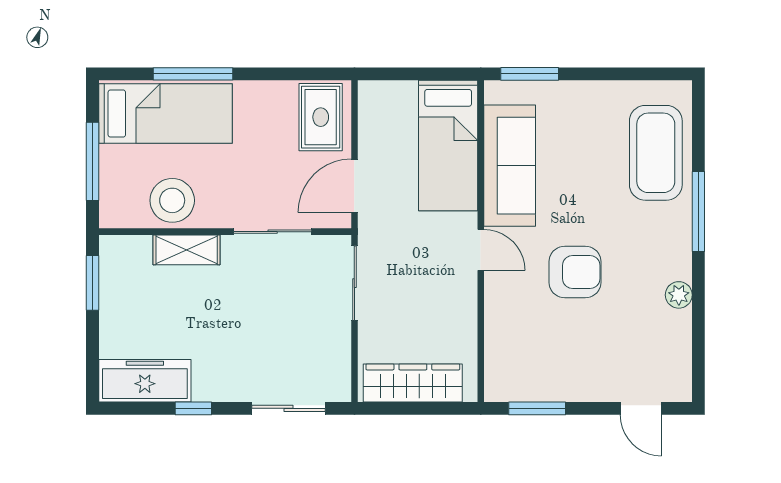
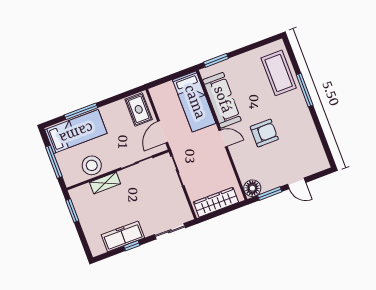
plant: (679, 295) -> (309, 126), removed
freezer: (145, 381) -> (123, 236), moved
floor lamp: (503, 382) -> (252, 188), added
door: (641, 408) -> (297, 183), moved

